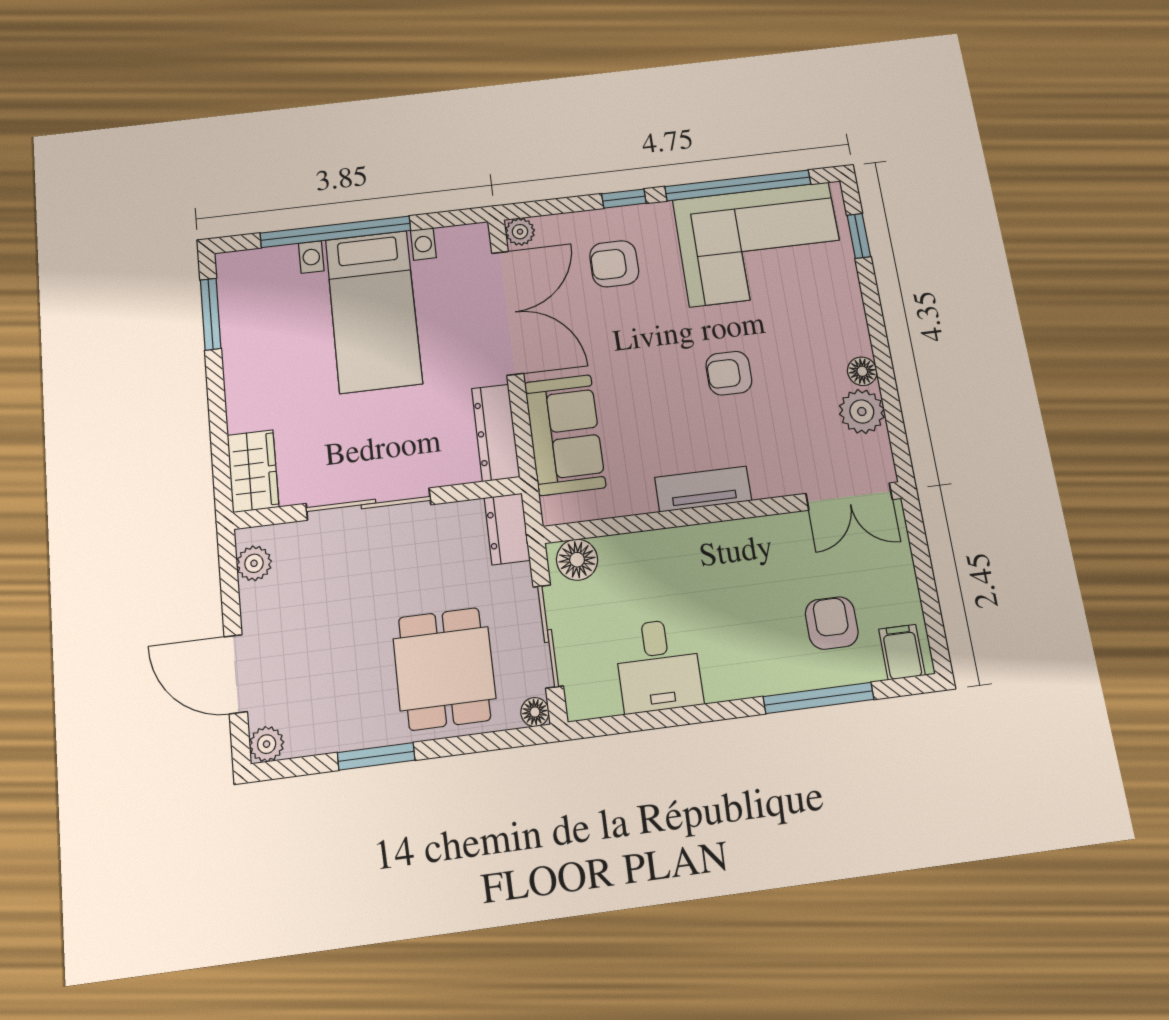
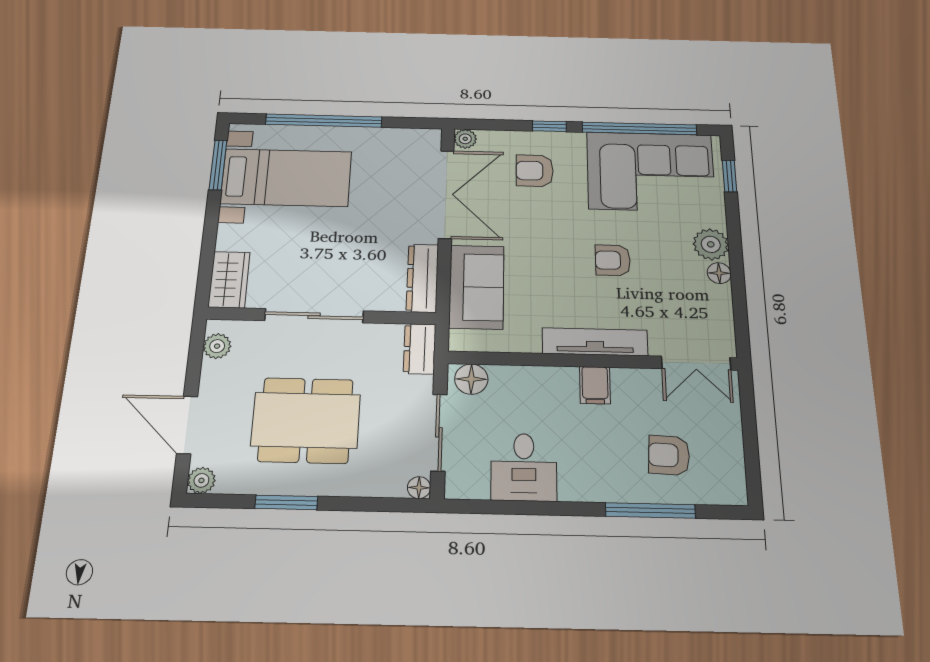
bed with nightstands: (373, 311) -> (286, 178), moved, turned -90
plant: (862, 411) -> (711, 244), moved
tv unit: (703, 489) -> (595, 342), width x1.41
armchair: (832, 623) -> (669, 455), turned -87
filing cabinet: (902, 652) -> (595, 385), moved, turned 180
dining table: (444, 669) -> (306, 420), moved, width x1.38

